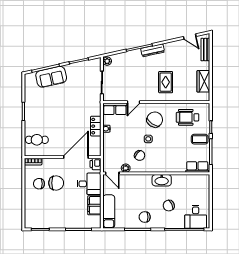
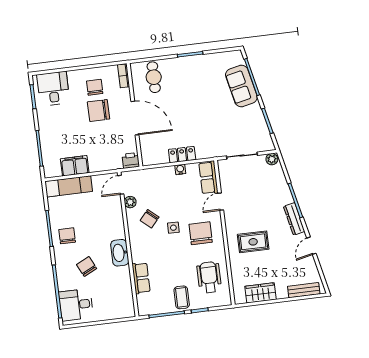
door: (190, 37) -> (311, 246), moved
door: (133, 102) -> (221, 202), hinge flipped
chair: (155, 120) -> (201, 233), turned -124
door: (76, 157) -> (135, 118), moved
row of seats: (197, 167) -> (141, 278), moved
chair: (56, 183) -> (98, 110), turned 90
desk: (89, 184) -> (53, 89), moved, turned 180

